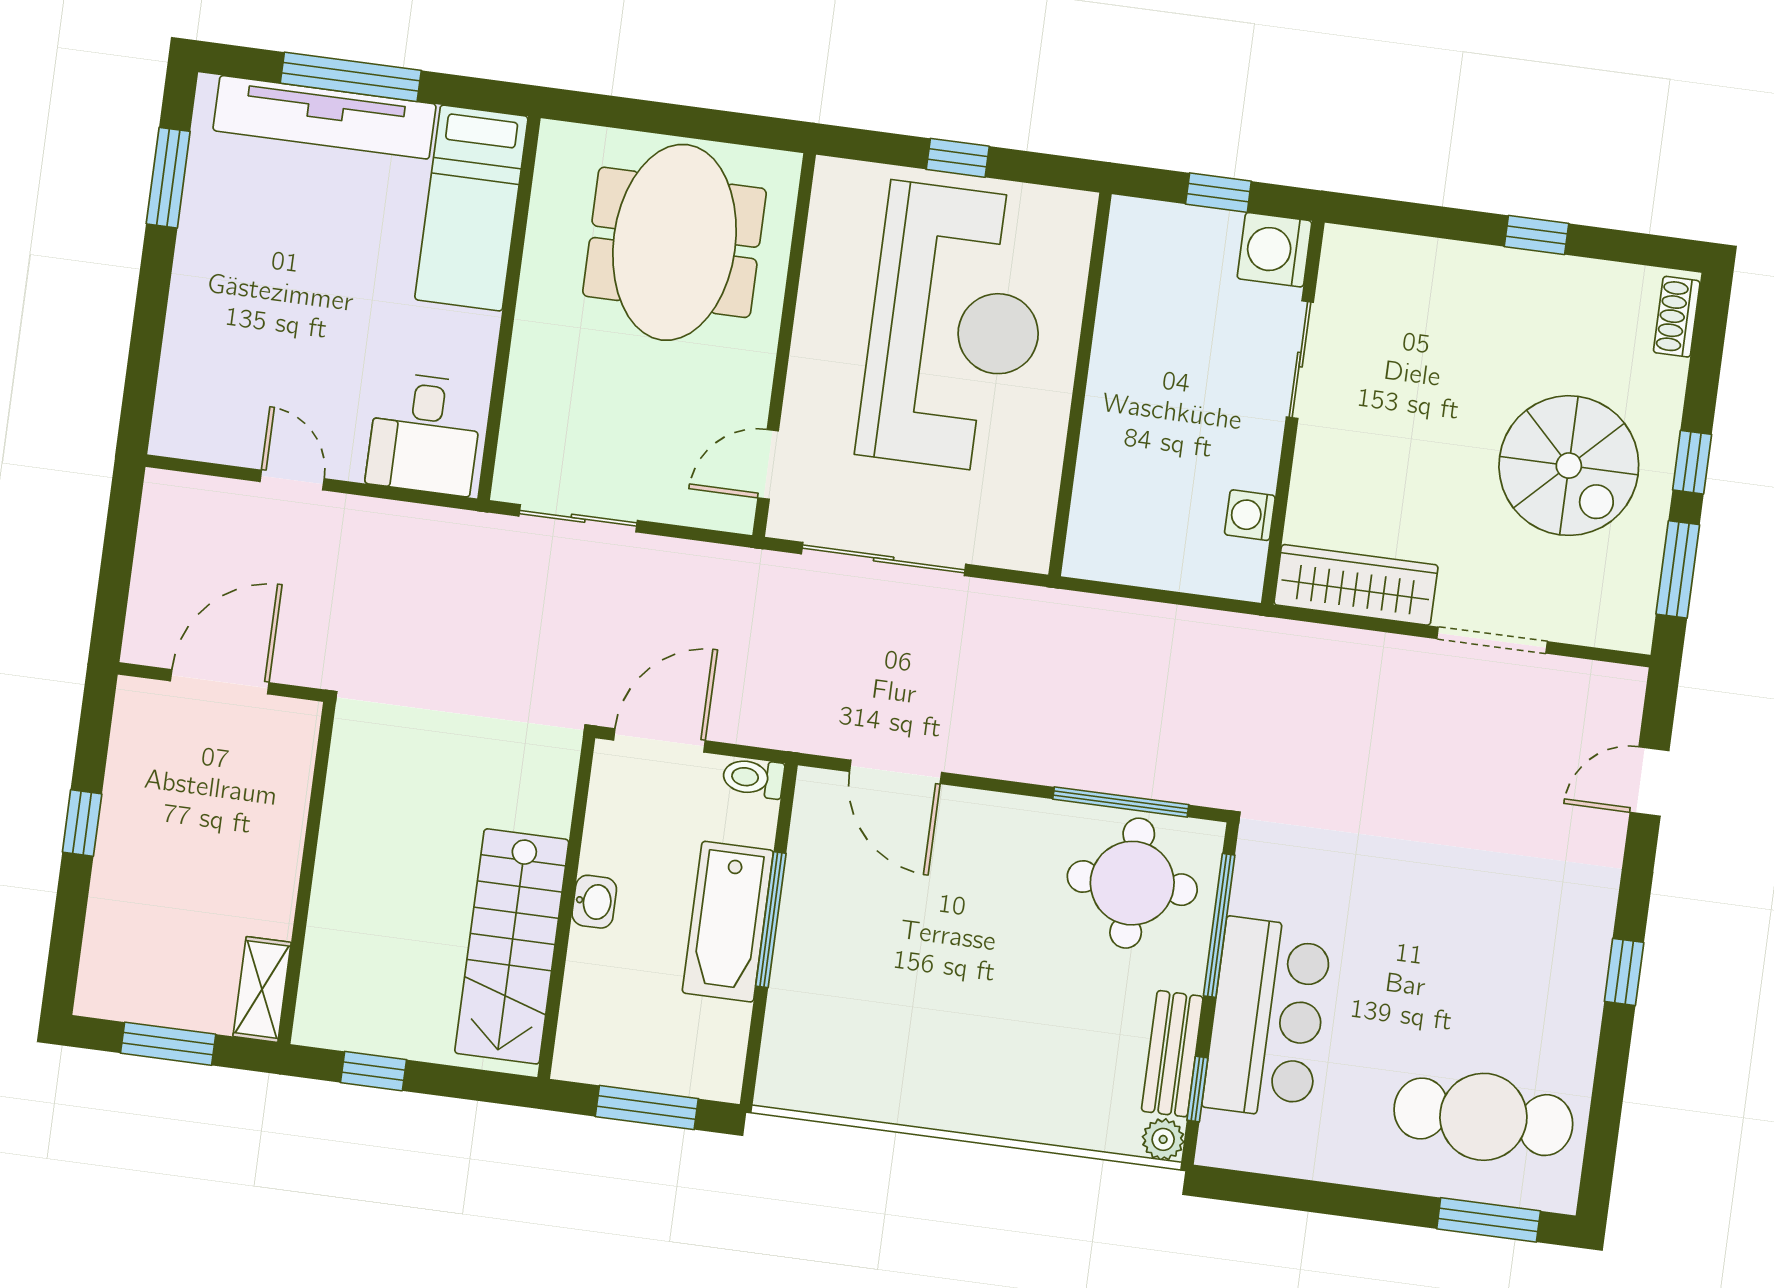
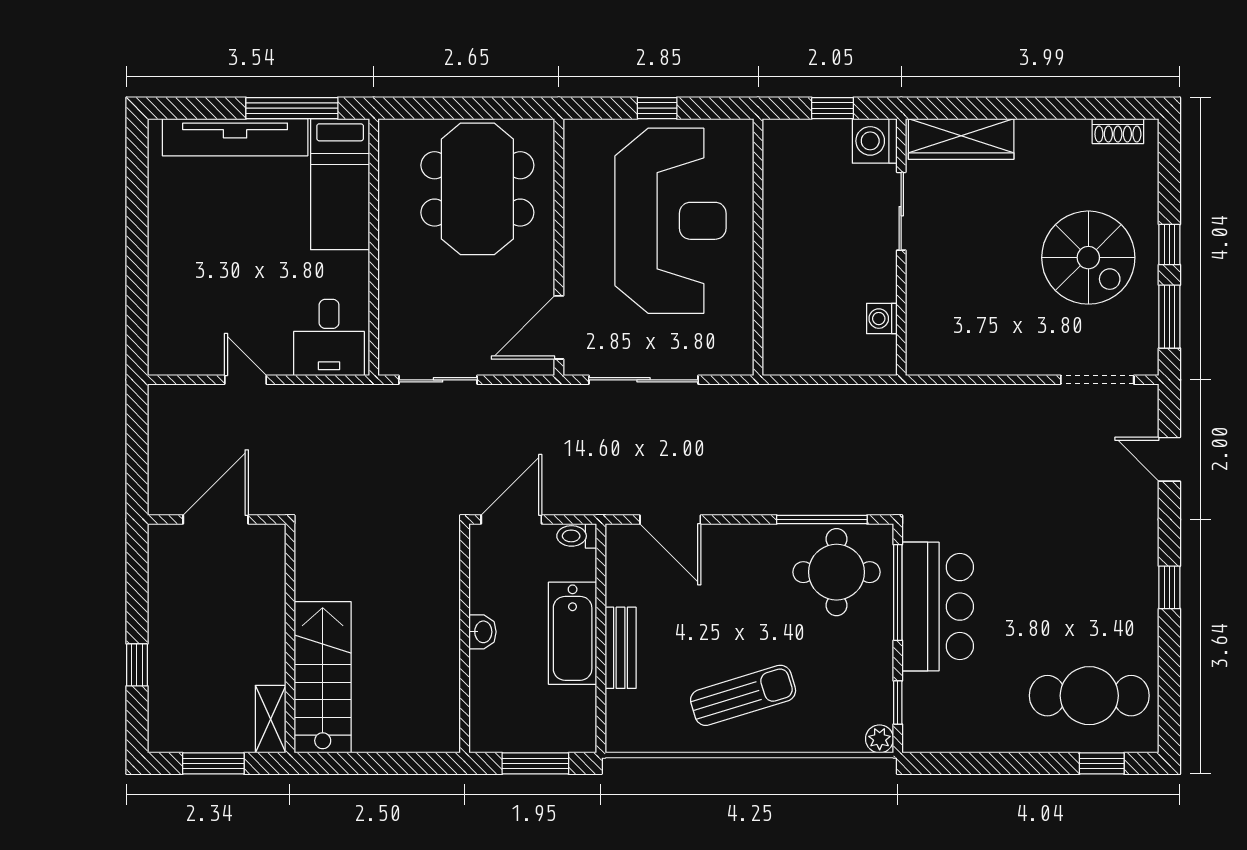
window: (351, 77) -> (292, 108), moved
window: (168, 178) -> (137, 191), removed
window: (1536, 235) -> (1047, 108), removed
shoe rack: (1677, 317) -> (1118, 131), moved, turned -90
door: (768, 464) -> (559, 327), width x1.38
wardrobe: (1356, 585) -> (961, 139), moved, turned 180
doorway: (1492, 640) -> (1097, 380), moved
door: (1649, 781) -> (1169, 459), hinge flipped
window: (82, 823) -> (137, 665), moved
window: (771, 920) -> (601, 628), removed
stairs: (512, 946) -> (323, 677), moved, turned 180
bar counter: (1267, 1018) -> (938, 607), moved
sun lounger: (969, 1048) -> (743, 695), added
bench: (1172, 1054) -> (621, 648), moved
window: (373, 1071) -> (352, 763), removed
window: (1489, 1220) -> (1102, 763), width x0.67

